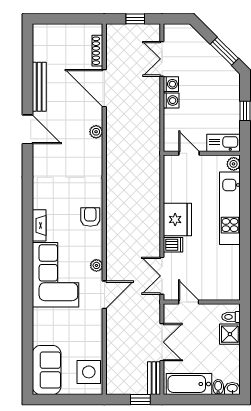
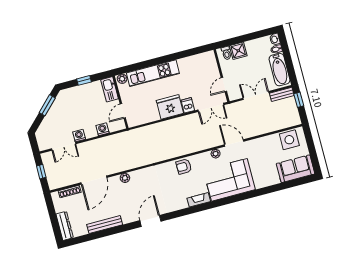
dresser: (52, 31) -> (65, 226), added
washing machine: (171, 101) -> (102, 129), moved
door: (28, 129) -> (150, 221), moved

